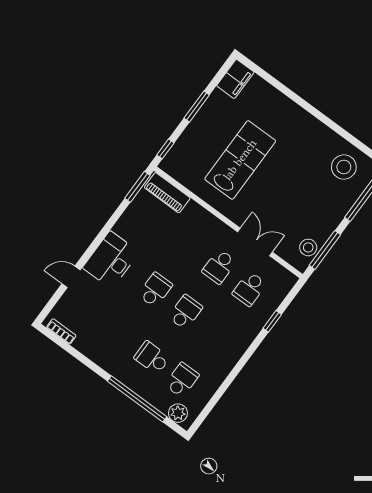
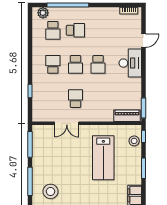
stool: (308, 247) -> (134, 141), moved
school desk: (249, 289) -> (53, 64), moved

